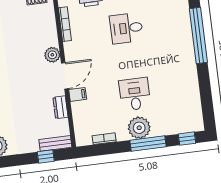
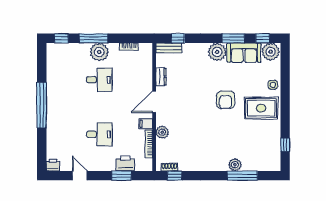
window: (198, 35) -> (42, 105), moved
plant: (52, 55) -> (162, 132), moved
filing cabinet: (78, 94) -> (146, 124), moved
desk: (135, 94) -> (99, 80), turned -90

